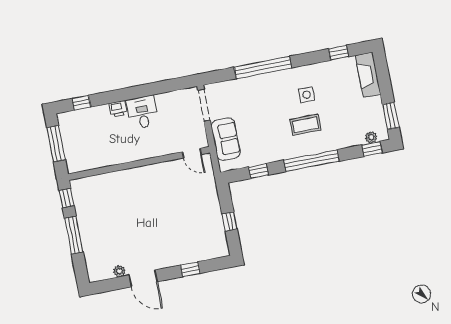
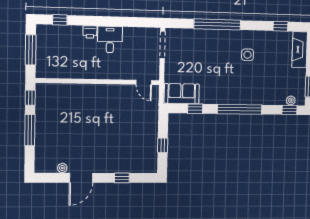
coffee table: (305, 125) -> (241, 79), removed
sofa: (226, 139) -> (182, 94), moved, turned -90
door: (143, 278) -> (81, 178), hinge flipped

